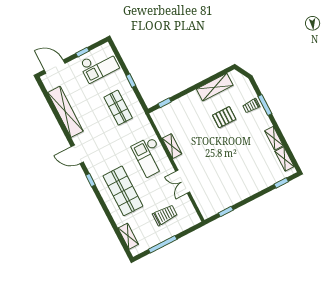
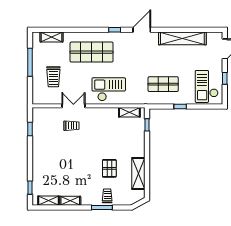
shelving: (172, 146) -> (129, 112), moved
trolley: (202, 174) -> (71, 126), added

